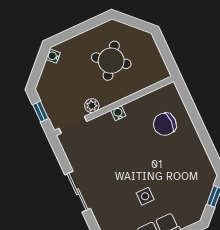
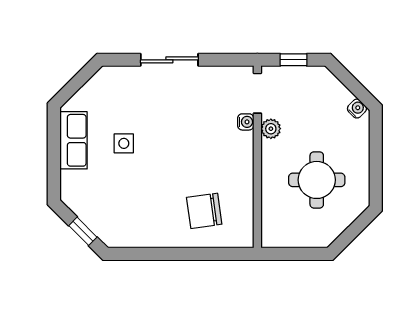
round table: (111, 61) -> (317, 180), turned -37
water cooler: (118, 113) -> (246, 122), moved
chair: (165, 124) -> (204, 211), turned -98

